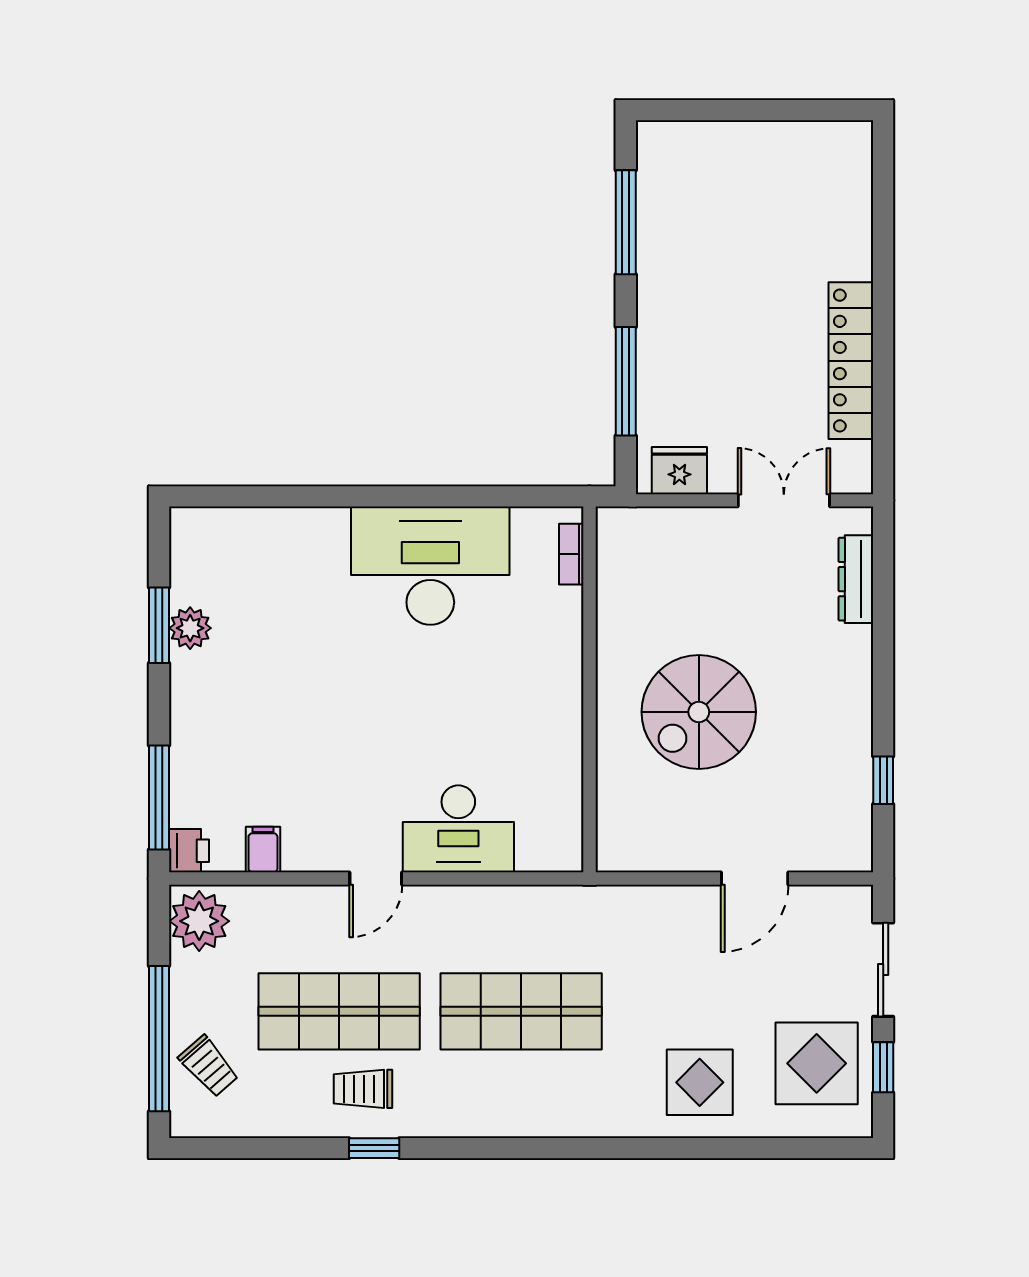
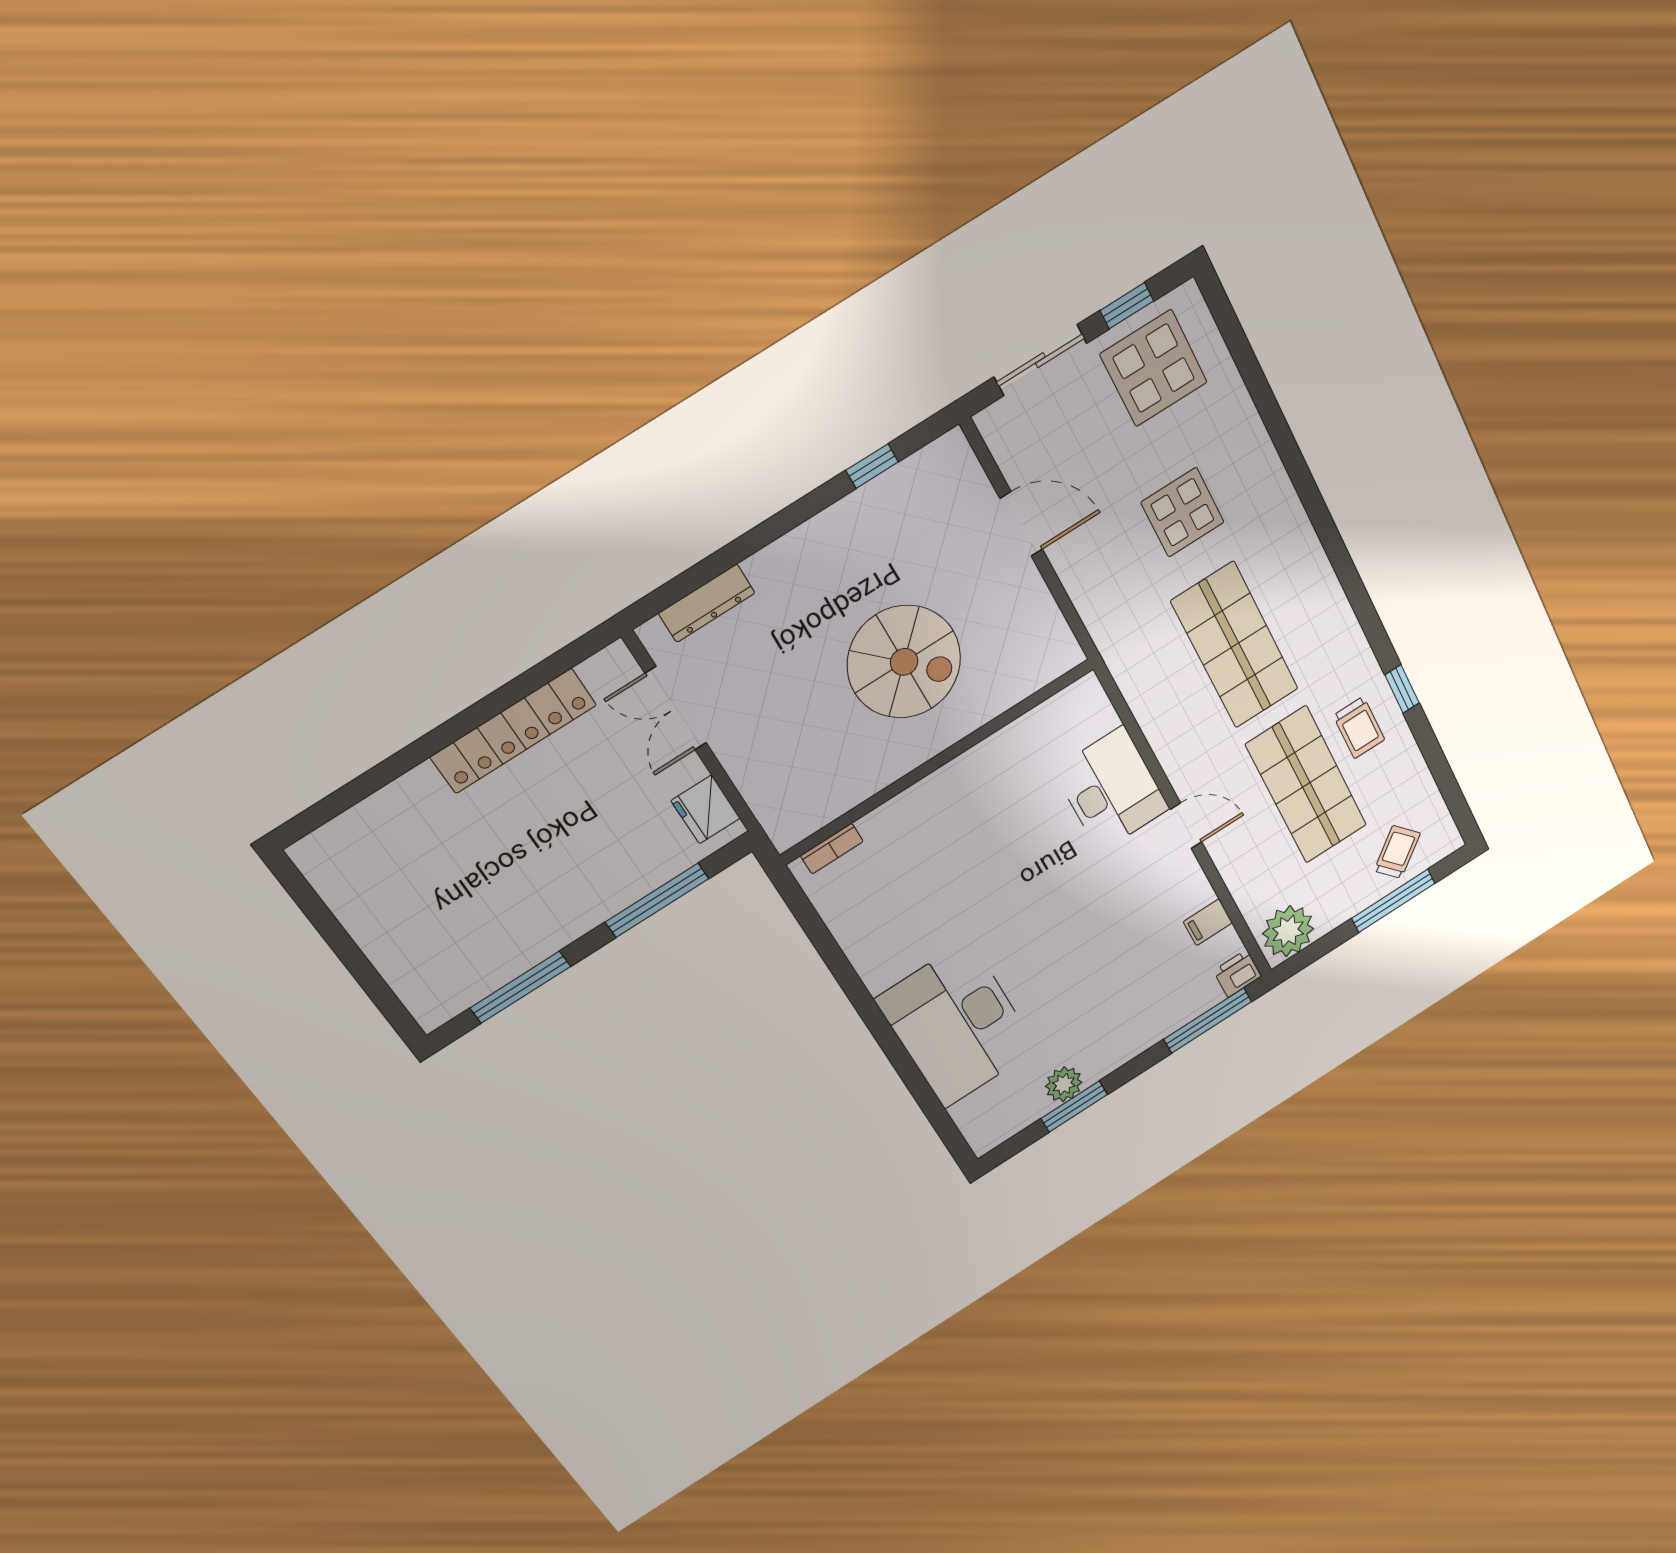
desk: (430, 566) -> (957, 1024), moved
window: (159, 1039) -> (1393, 901), width x0.68
display table: (700, 1082) -> (1183, 512), moved

